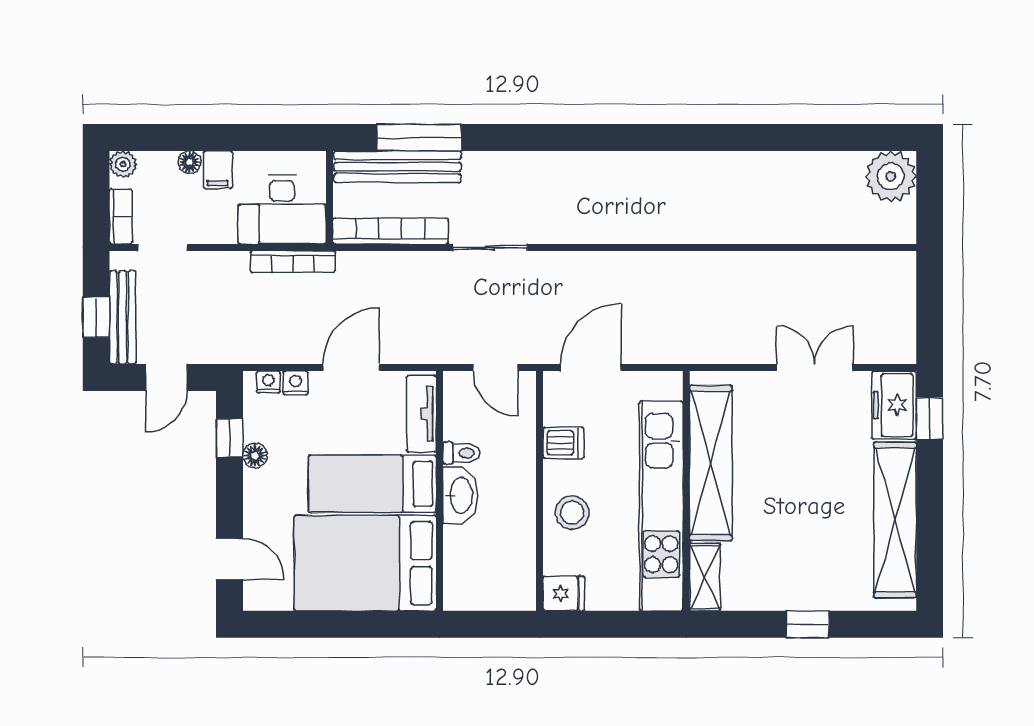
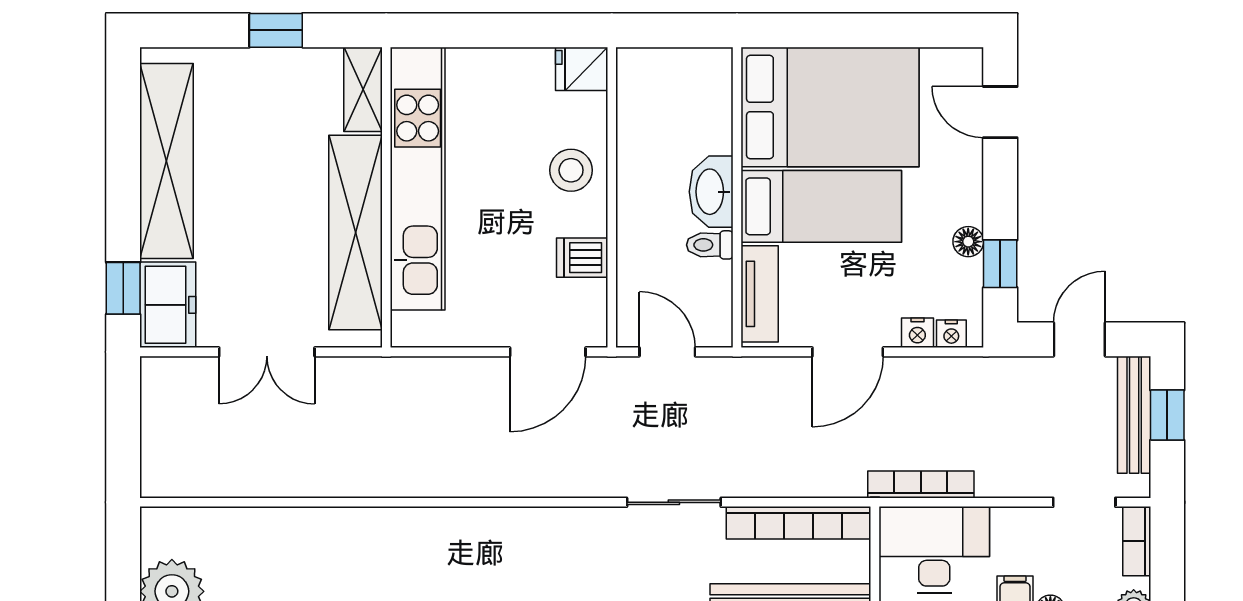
shelving: (711, 463) -> (355, 232), moved
wall: (686, 491) -> (386, 197), moved
kitchen unit: (661, 506) -> (418, 179), moved
shelving: (705, 577) -> (363, 89), moved

